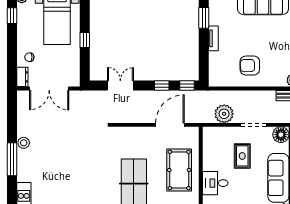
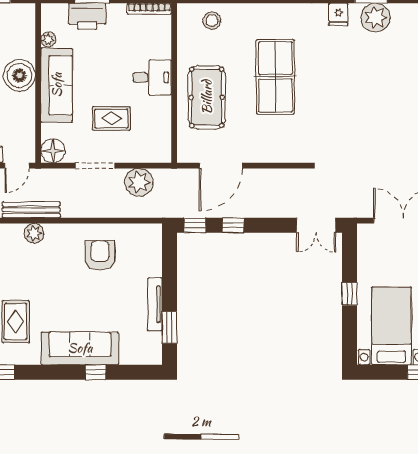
tv unit: (213, 38) -> (155, 304), width x1.41
armchair: (250, 66) -> (100, 255), turned -89
double door: (120, 85) -> (316, 225), moved
rug: (242, 156) -> (111, 119), turned 90

